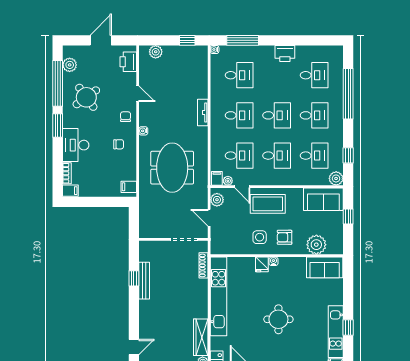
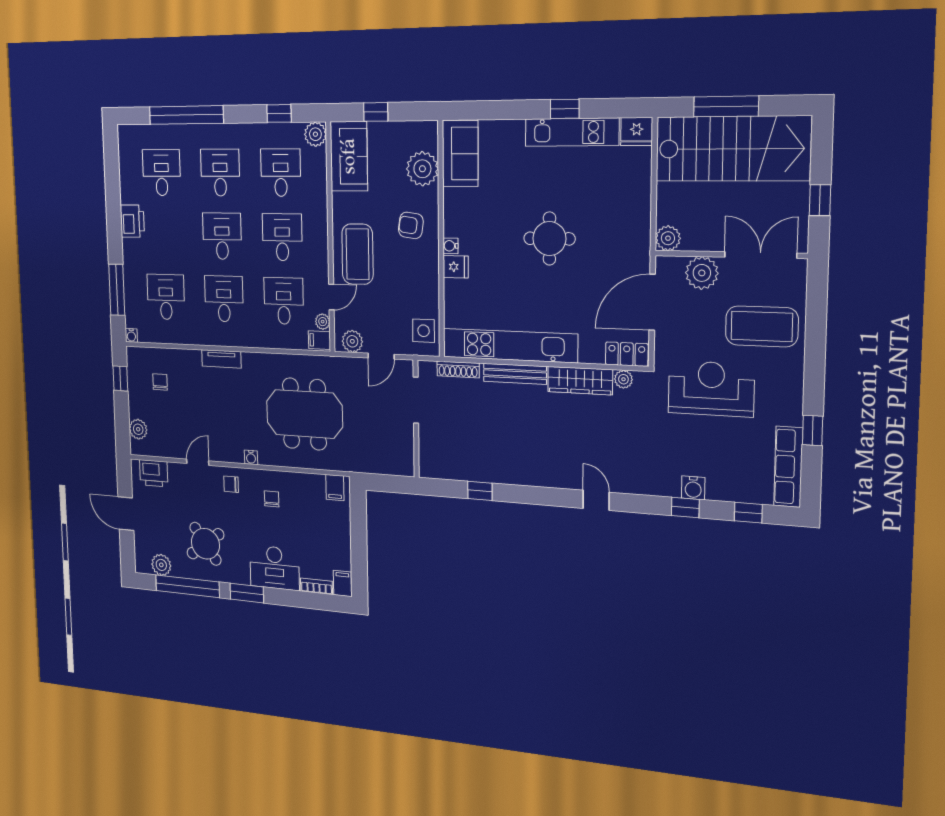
chair: (186, 69) -> (160, 382), added
side table: (260, 237) -> (424, 331), moved
armchair: (285, 237) -> (411, 225), turned 98
bench: (144, 281) -> (515, 374), moved

